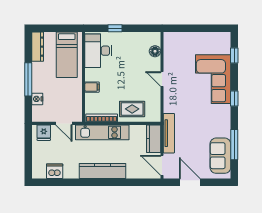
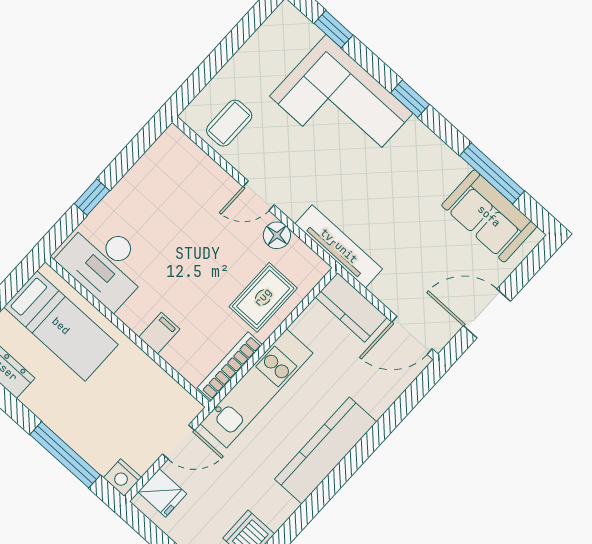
coffee table: (176, 50) -> (229, 123), added
floor lamp: (155, 51) -> (277, 235), moved
window: (28, 79) -> (65, 455), moved
nightstand: (37, 99) -> (122, 478), moved
tv unit: (169, 133) -> (339, 246), moved

